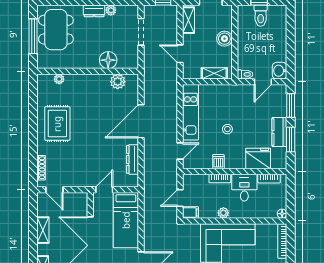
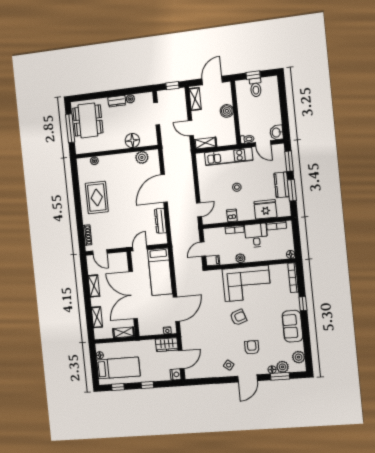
shelving: (214, 73) -> (205, 143), moved
door: (263, 82) -> (263, 144), hinge flipped
kitchen unit: (190, 112) -> (229, 157), moved, turned 90

